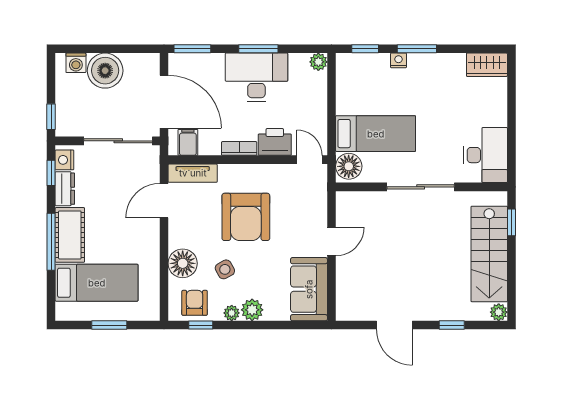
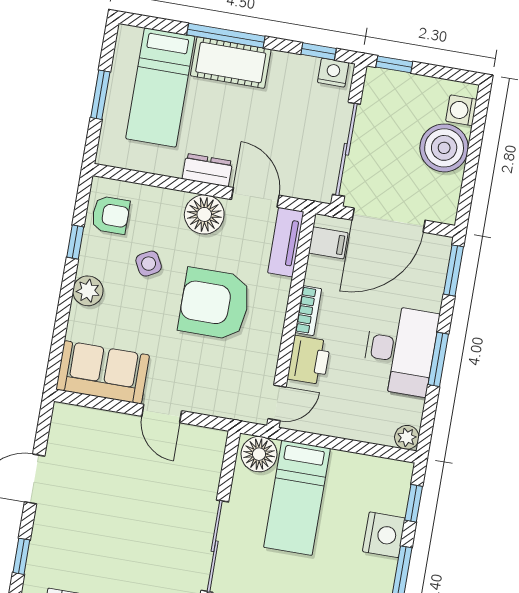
nightstand: (399, 60) -> (384, 535), width x1.89, depth x1.79
dresser: (65, 189) -> (207, 170), moved, turned 180
floor lamp: (183, 263) -> (204, 214), moved
plant: (232, 313) -> (88, 262), removed
window: (201, 325) -> (75, 242), moved

